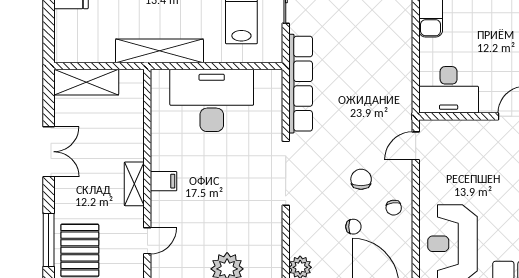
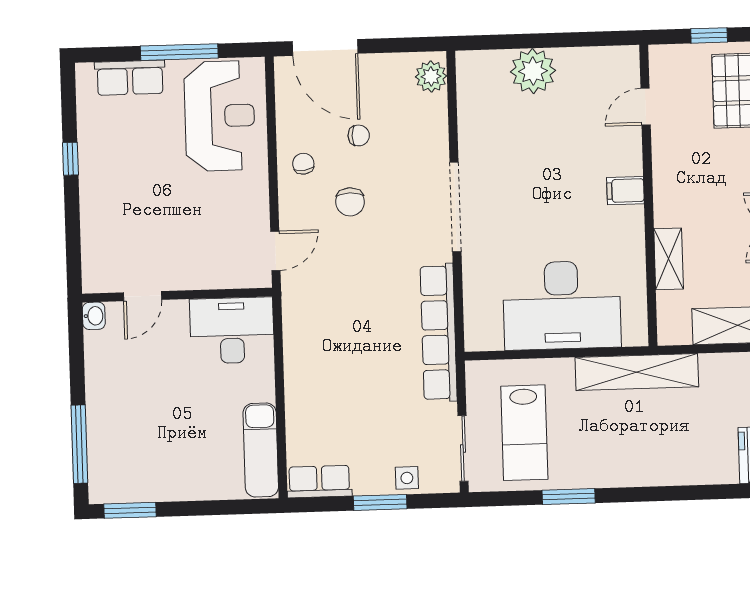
shelving: (134, 184) -> (669, 259), moved
chair: (353, 227) -> (359, 135), turned 180

